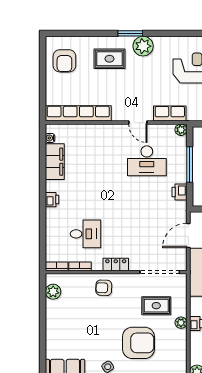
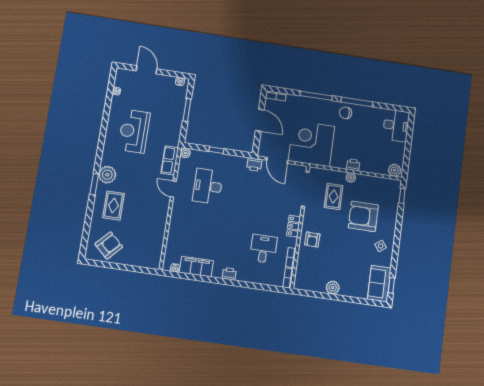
armchair: (64, 61) -> (109, 245), turned -47
row of seats: (78, 113) -> (157, 240), removed
door: (138, 123) -> (173, 189), swing flipped
desk: (147, 161) -> (208, 186), turned 180
window: (190, 164) -> (216, 150), width x0.46
printer: (180, 192) -> (254, 164), moved
plant: (53, 292) -> (333, 288), moved
armchair: (138, 343) -> (363, 216), turned -90

